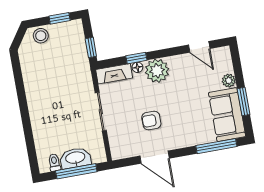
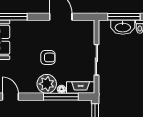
window: (136, 58) -> (61, 97), width x2.17
armchair: (151, 121) -> (48, 57), moved

